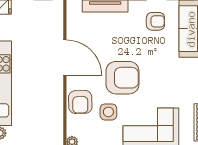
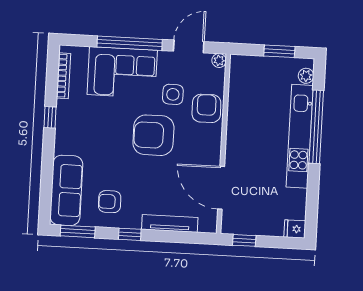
door: (65, 58) -> (221, 188), moved

